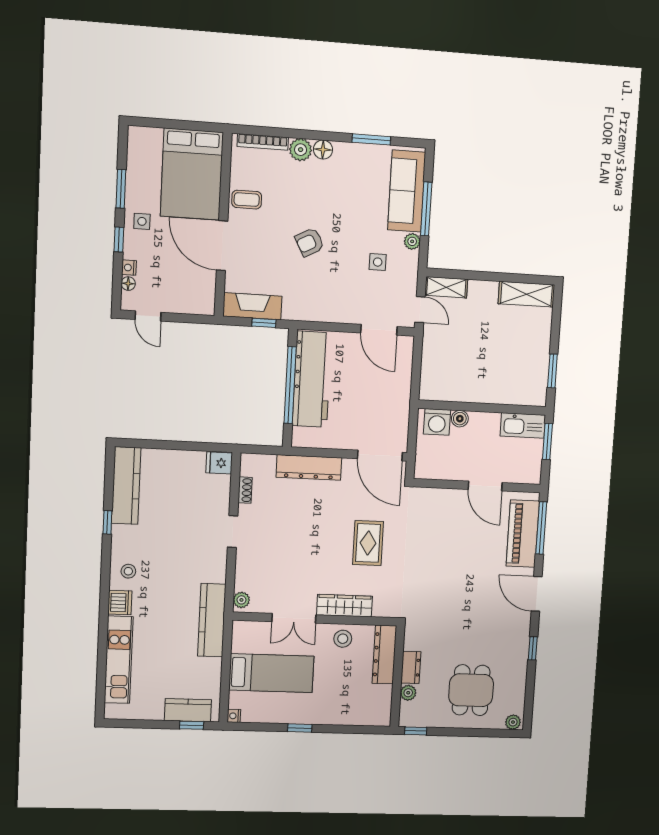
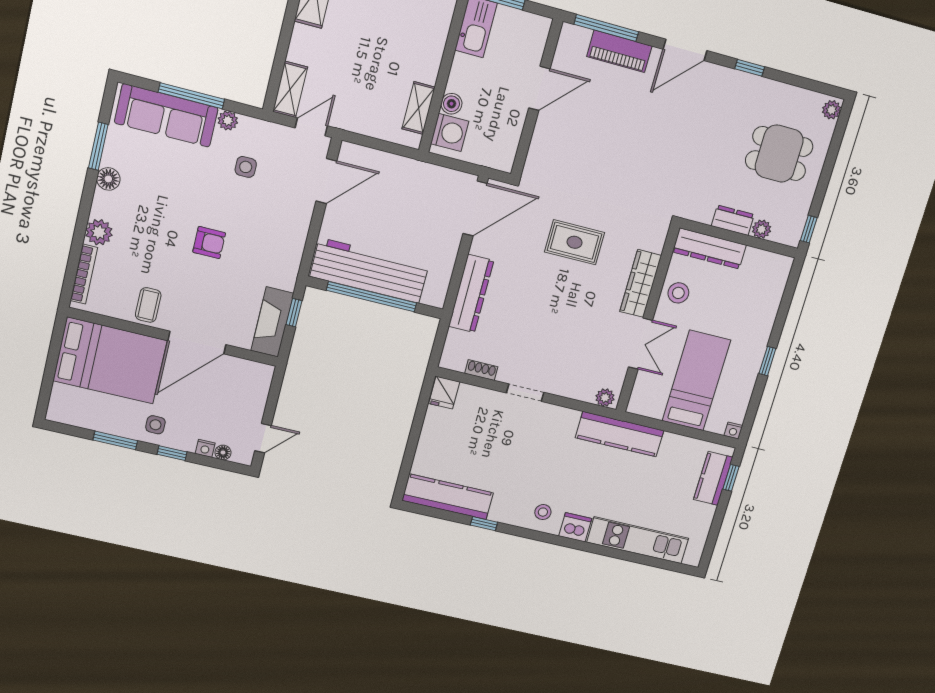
floor lamp: (323, 150) -> (108, 179), moved
armchair: (310, 242) -> (209, 243), turned -62
shelving: (451, 393) -> (419, 108), added
piano: (523, 534) -> (619, 51), width x0.73, depth x0.75

